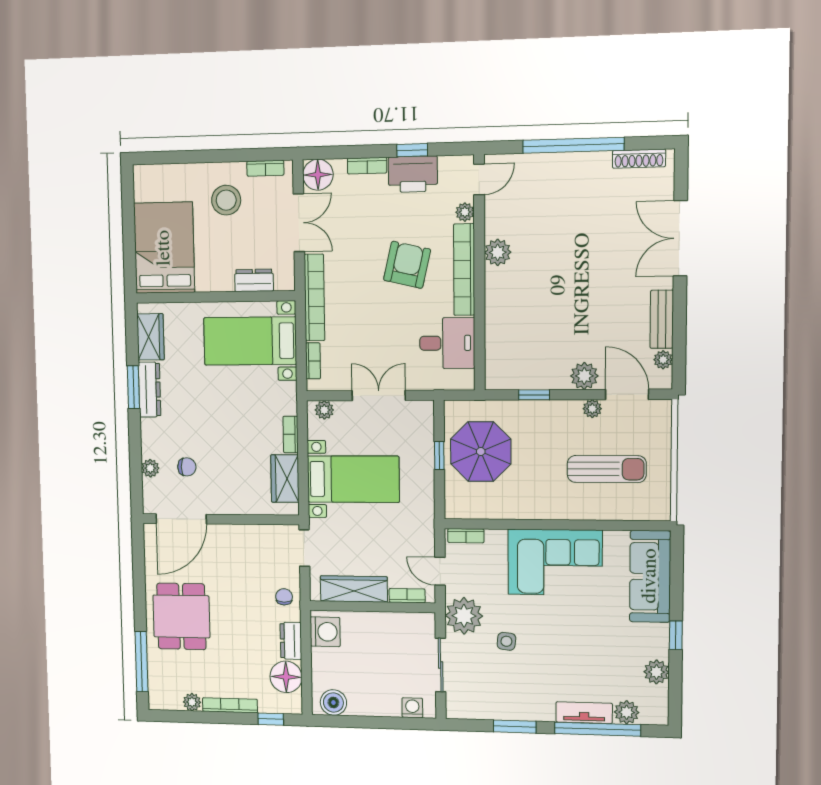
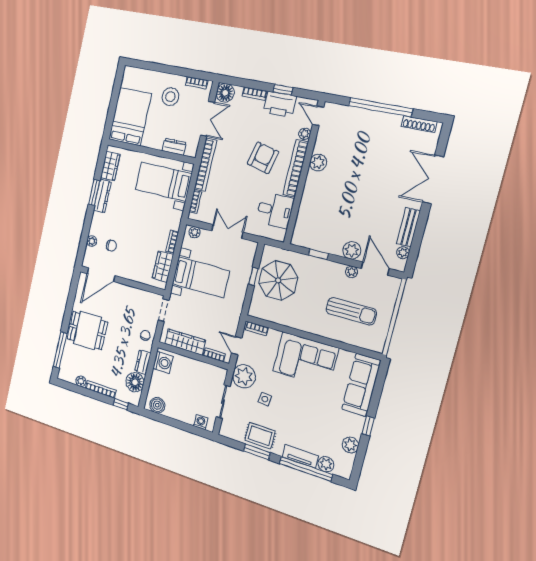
door: (479, 179) -> (318, 116), swing flipped
dining table: (181, 616) -> (87, 330), turned 90
rug: (513, 700) -> (260, 436), added

